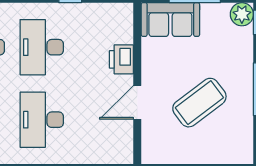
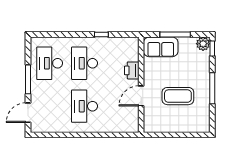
coffee table: (199, 103) -> (178, 96), turned 37

